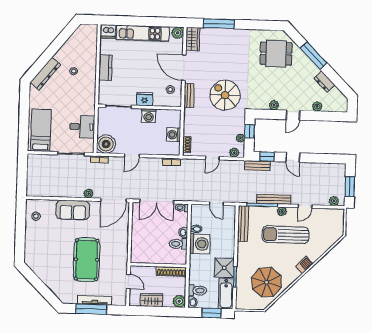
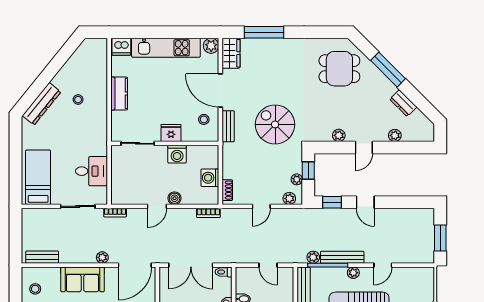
boiler: (106, 144) -> (174, 198), moved, width x0.54, depth x0.54
bench: (257, 166) -> (42, 257), moved
plant: (334, 201) -> (313, 257), moved

